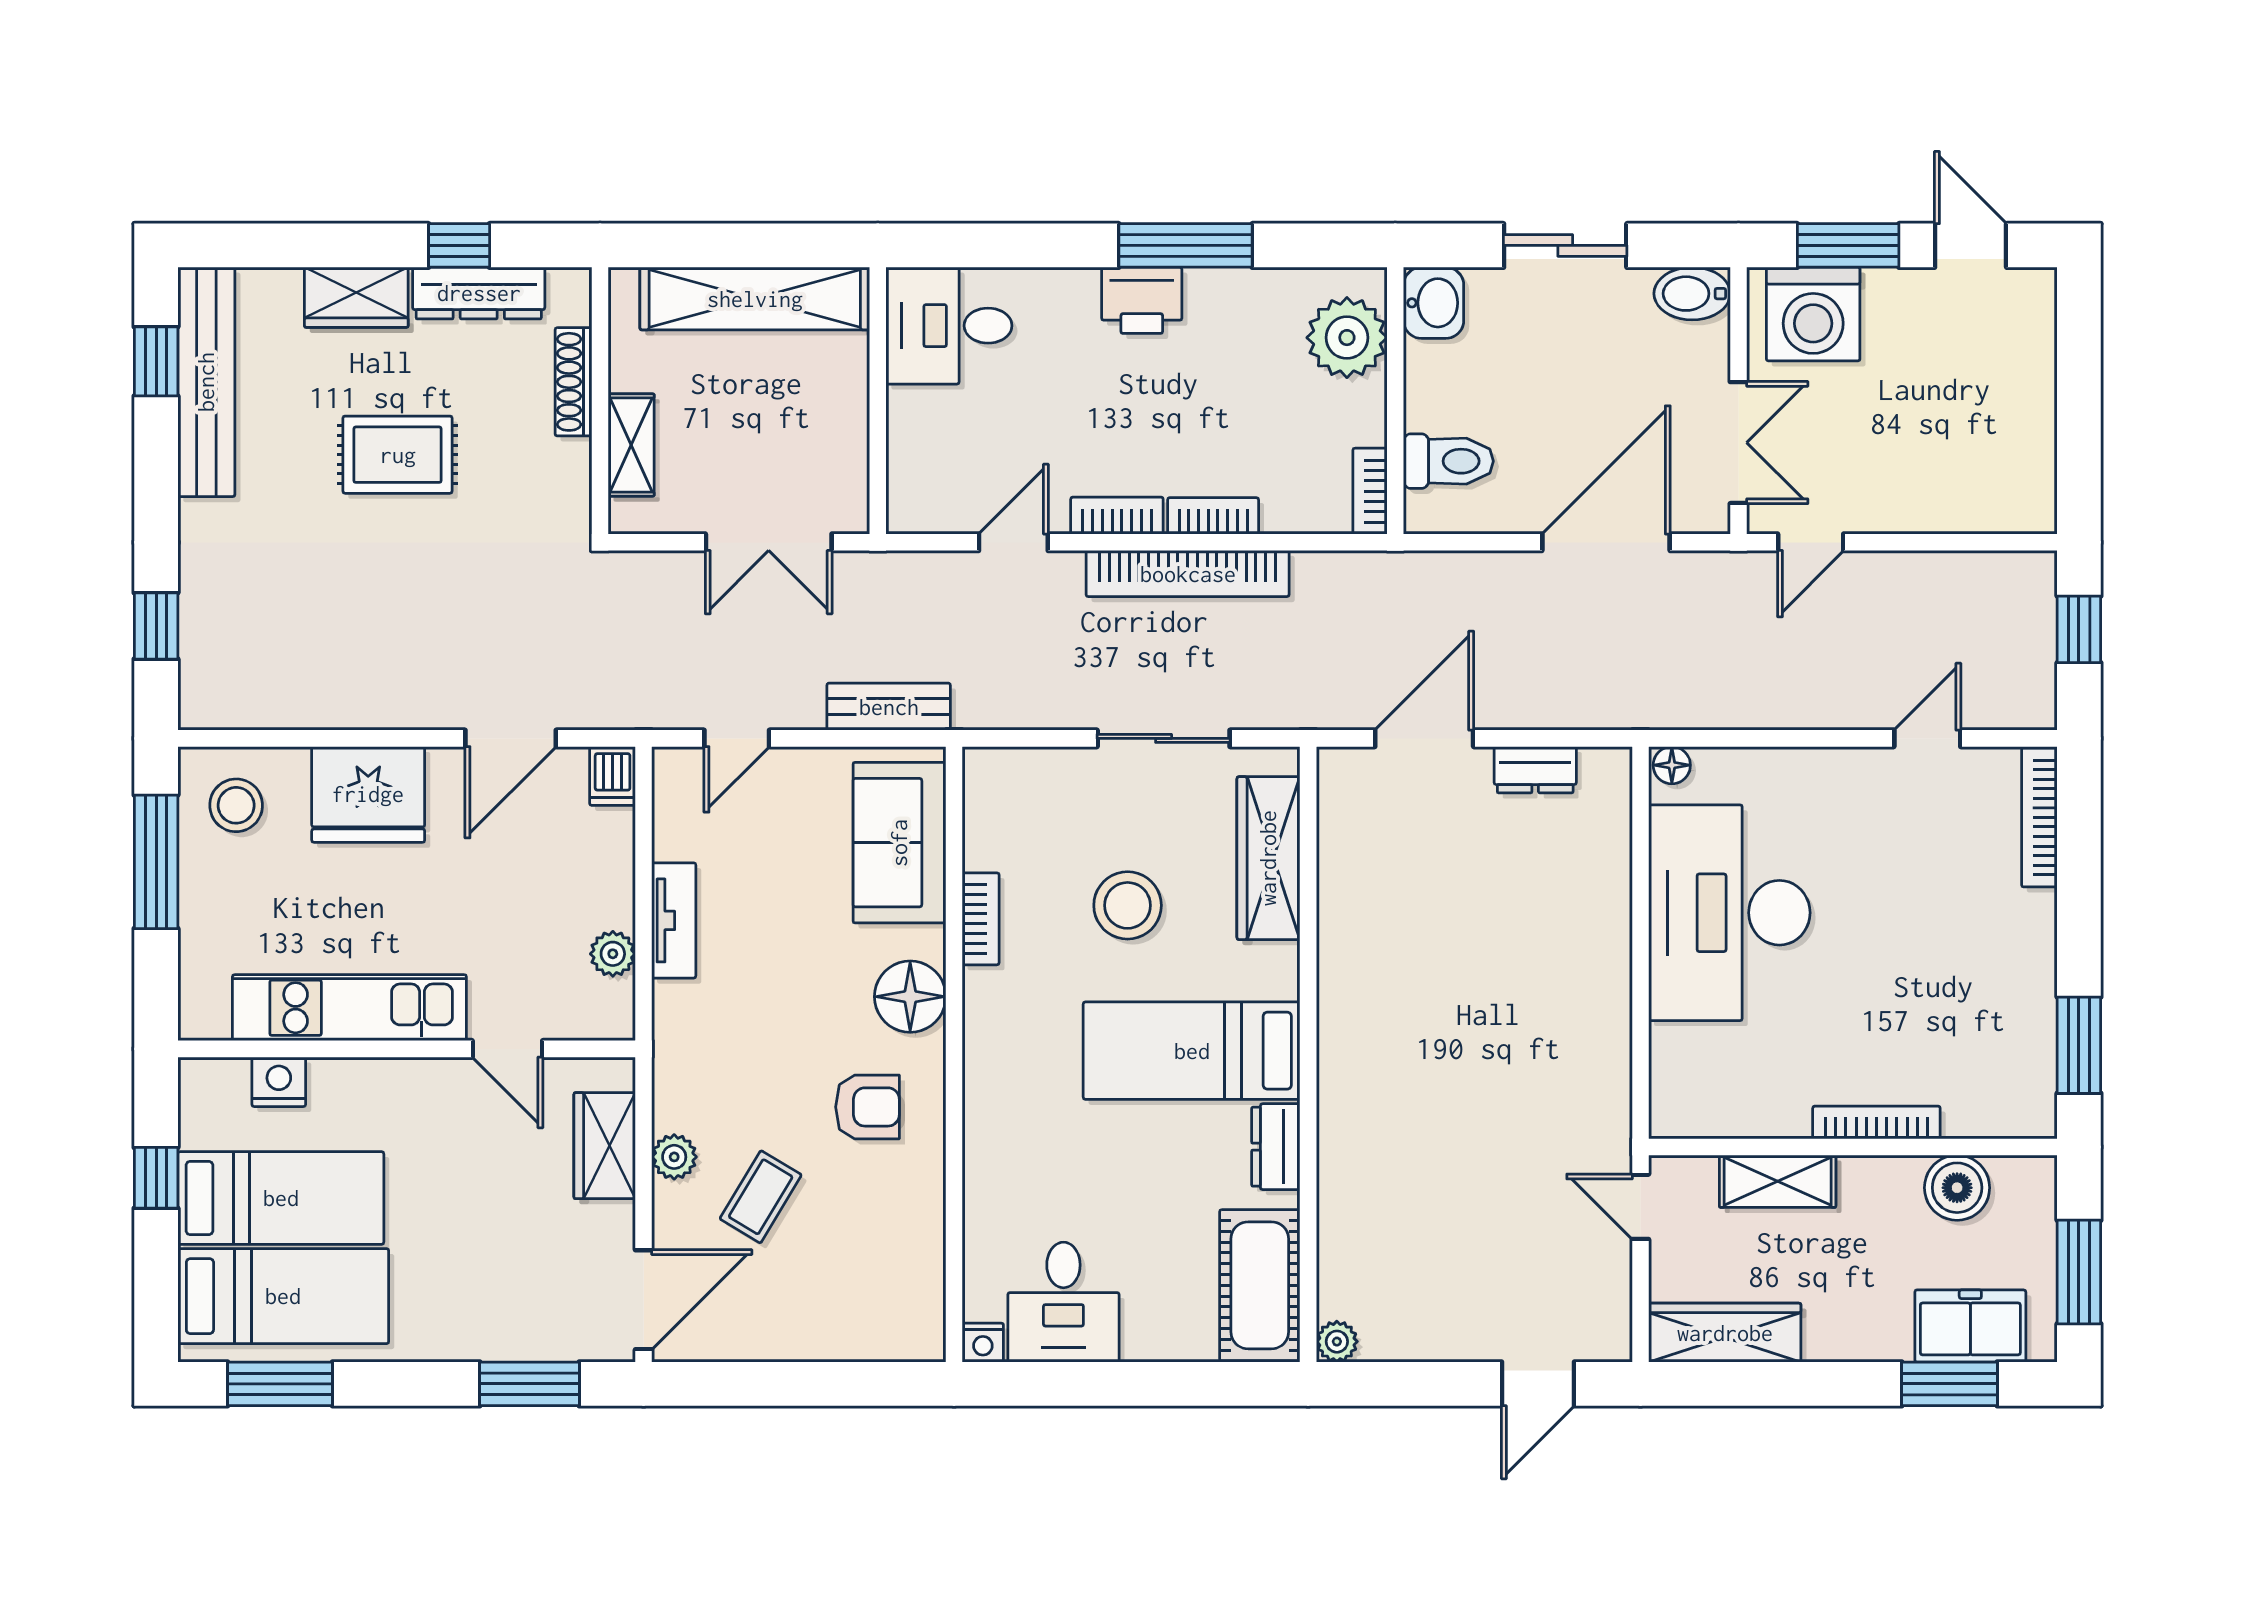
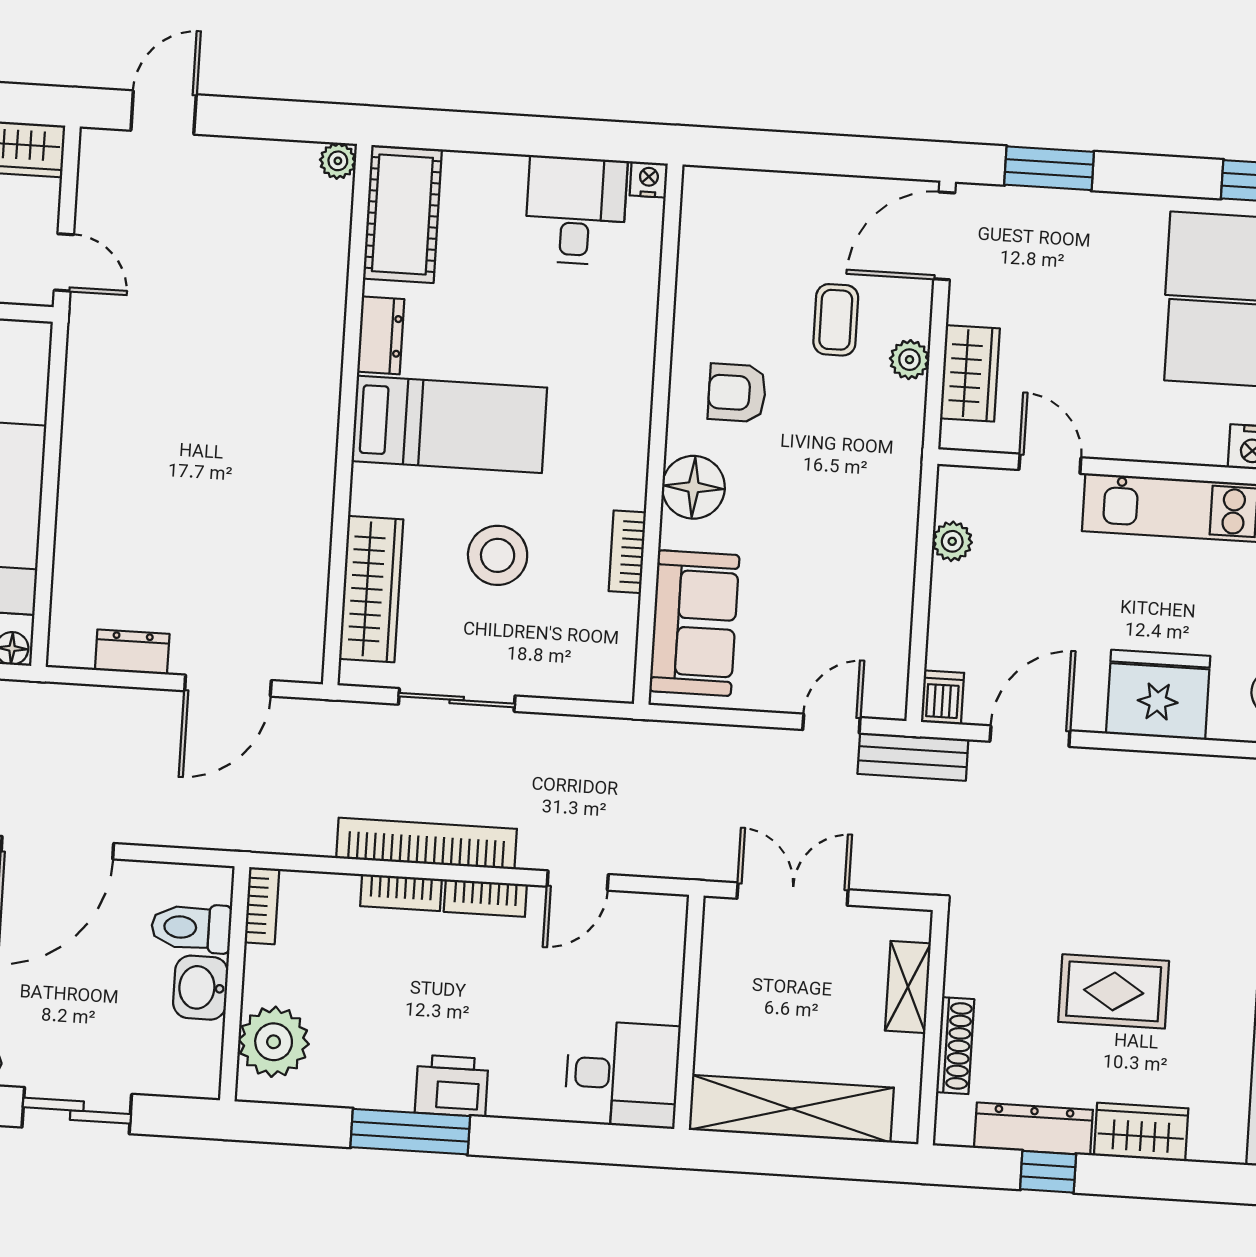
washbasin: (1434, 303) -> (201, 988), moved
bench: (889, 707) -> (913, 757), moved
tv unit: (674, 920) -> (897, 567), removed
coffee table: (761, 1197) -> (836, 320), turned -31

